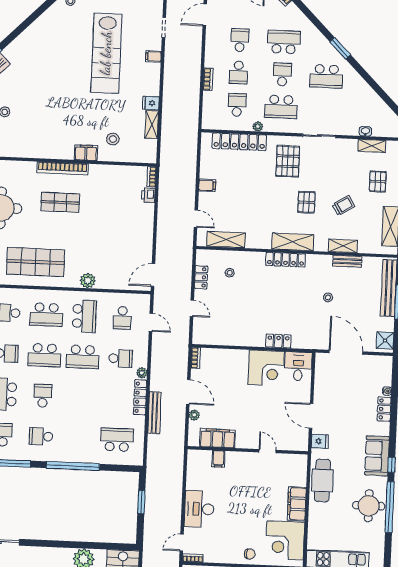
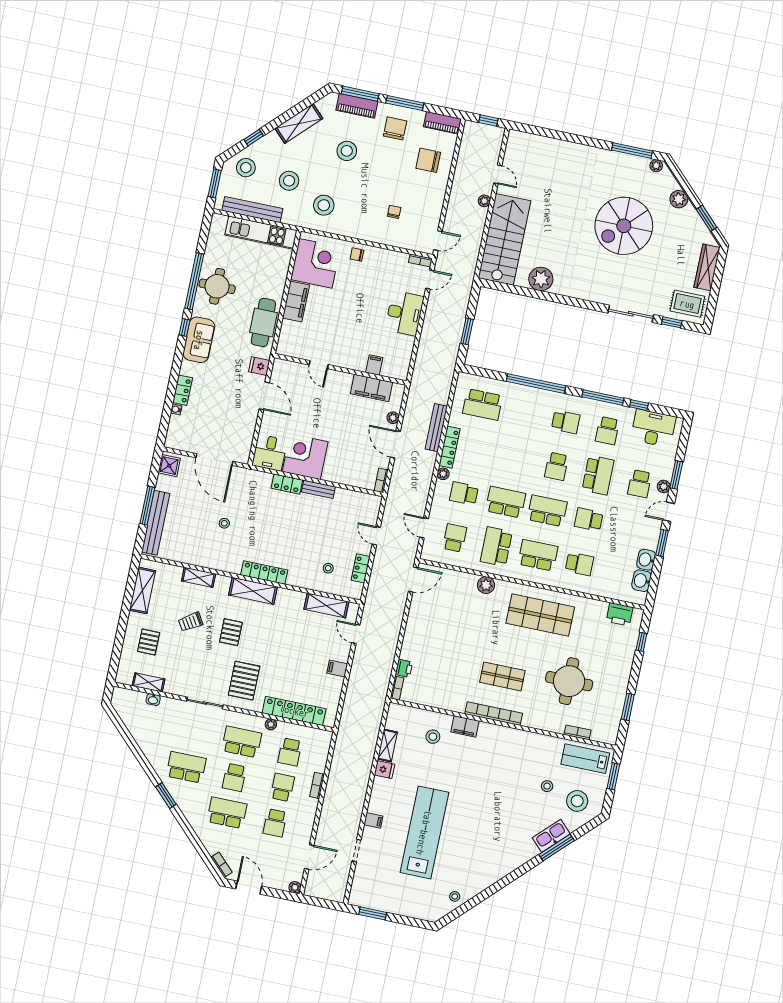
school desk: (284, 42) -> (227, 813), turned 180
bench: (347, 261) -> (318, 489), moved

